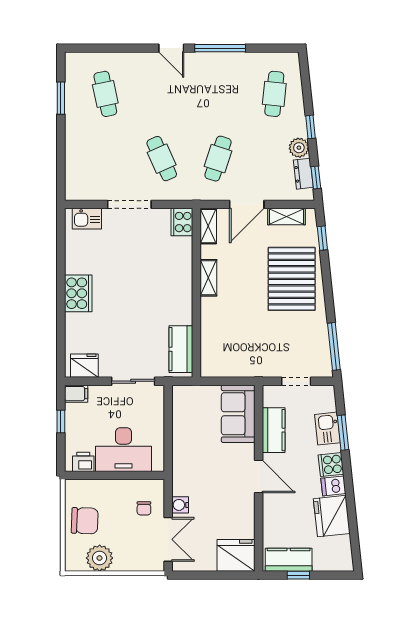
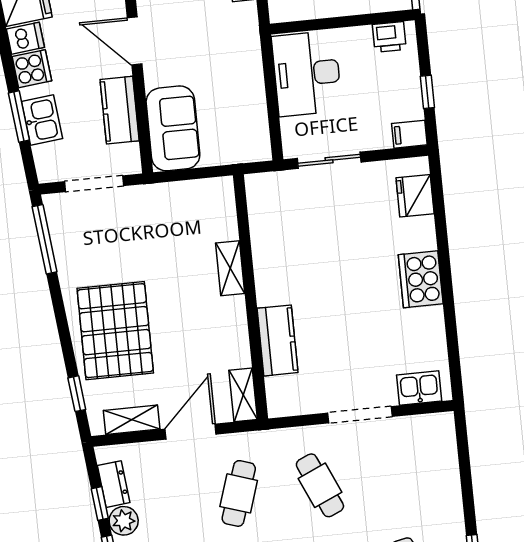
window: (316, 178) -> (100, 503), moved
cooker: (182, 222) -> (282, 397), removed
shelving: (208, 278) -> (230, 268), moved
kitchen counter: (181, 349) -> (277, 340), moved
fridge: (84, 366) -> (415, 196), moved, turned 90
doorway: (296, 381) -> (94, 184), width x1.38
desk: (123, 450) -> (307, 74), moved, turned -90

